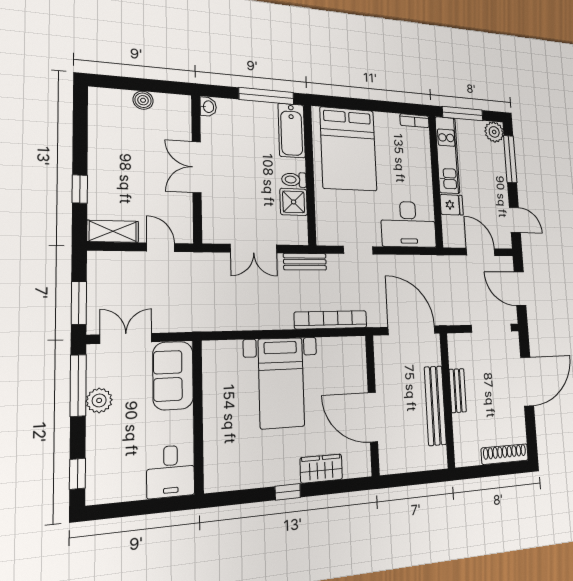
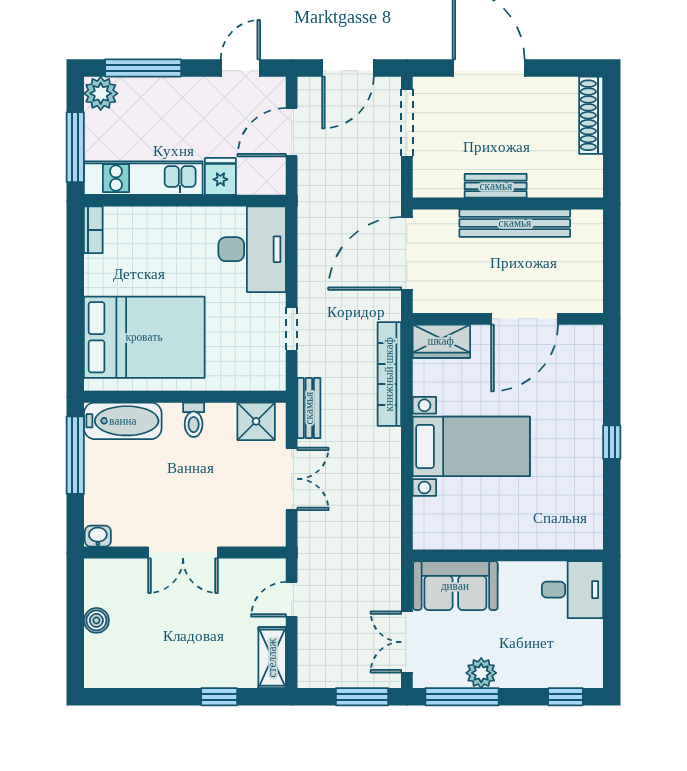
shower: (294, 202) -> (256, 421), moved
wardrobe: (321, 469) -> (441, 341), moved, turned -90

